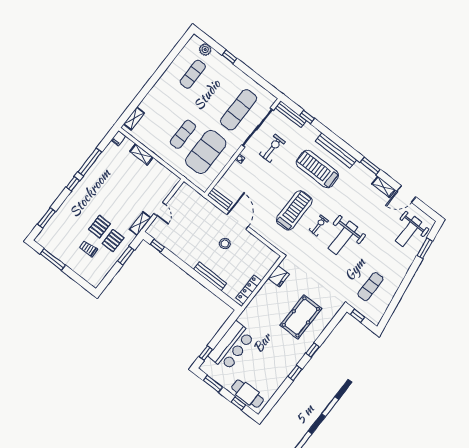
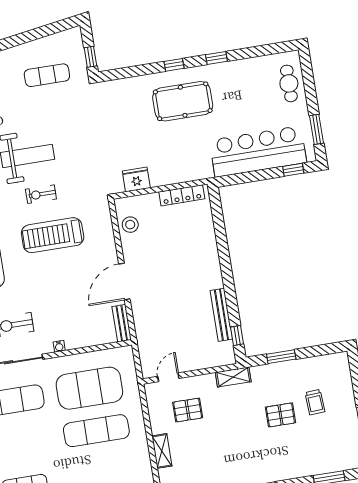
exercise mat: (183, 134) -> (96, 431), width x1.36, depth x1.45
door: (160, 209) -> (168, 377), moved
pallet: (113, 241) -> (188, 410), moved
stool: (225, 244) -> (130, 225), moved
bench: (210, 276) -> (221, 315), moved
pool table: (301, 317) -> (183, 101), moved
bar counter: (232, 346) -> (258, 151), width x1.36
cafe table: (248, 394) -> (289, 83), width x0.73, depth x0.74
window: (238, 403) -> (309, 82), removed

